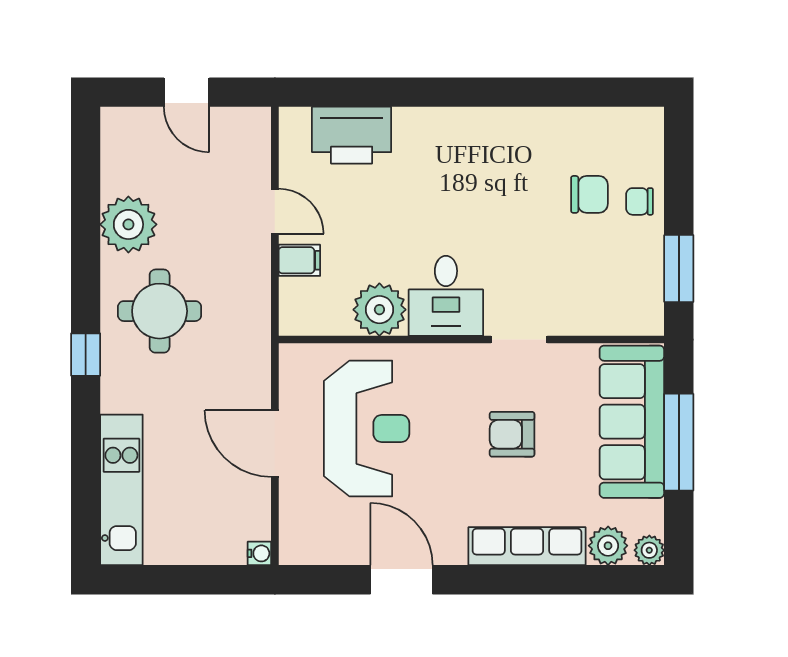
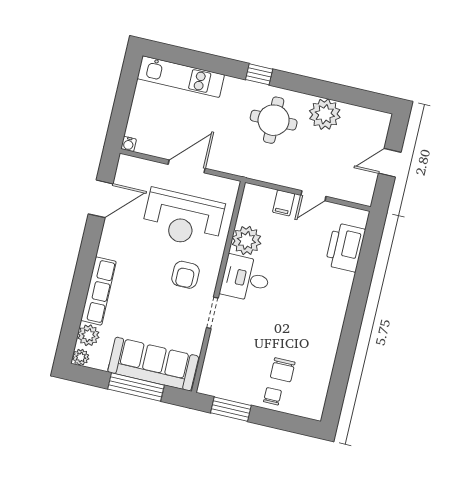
armchair: (512, 434) -> (186, 275), moved, turned 180
door: (401, 580) -> (101, 199), moved

